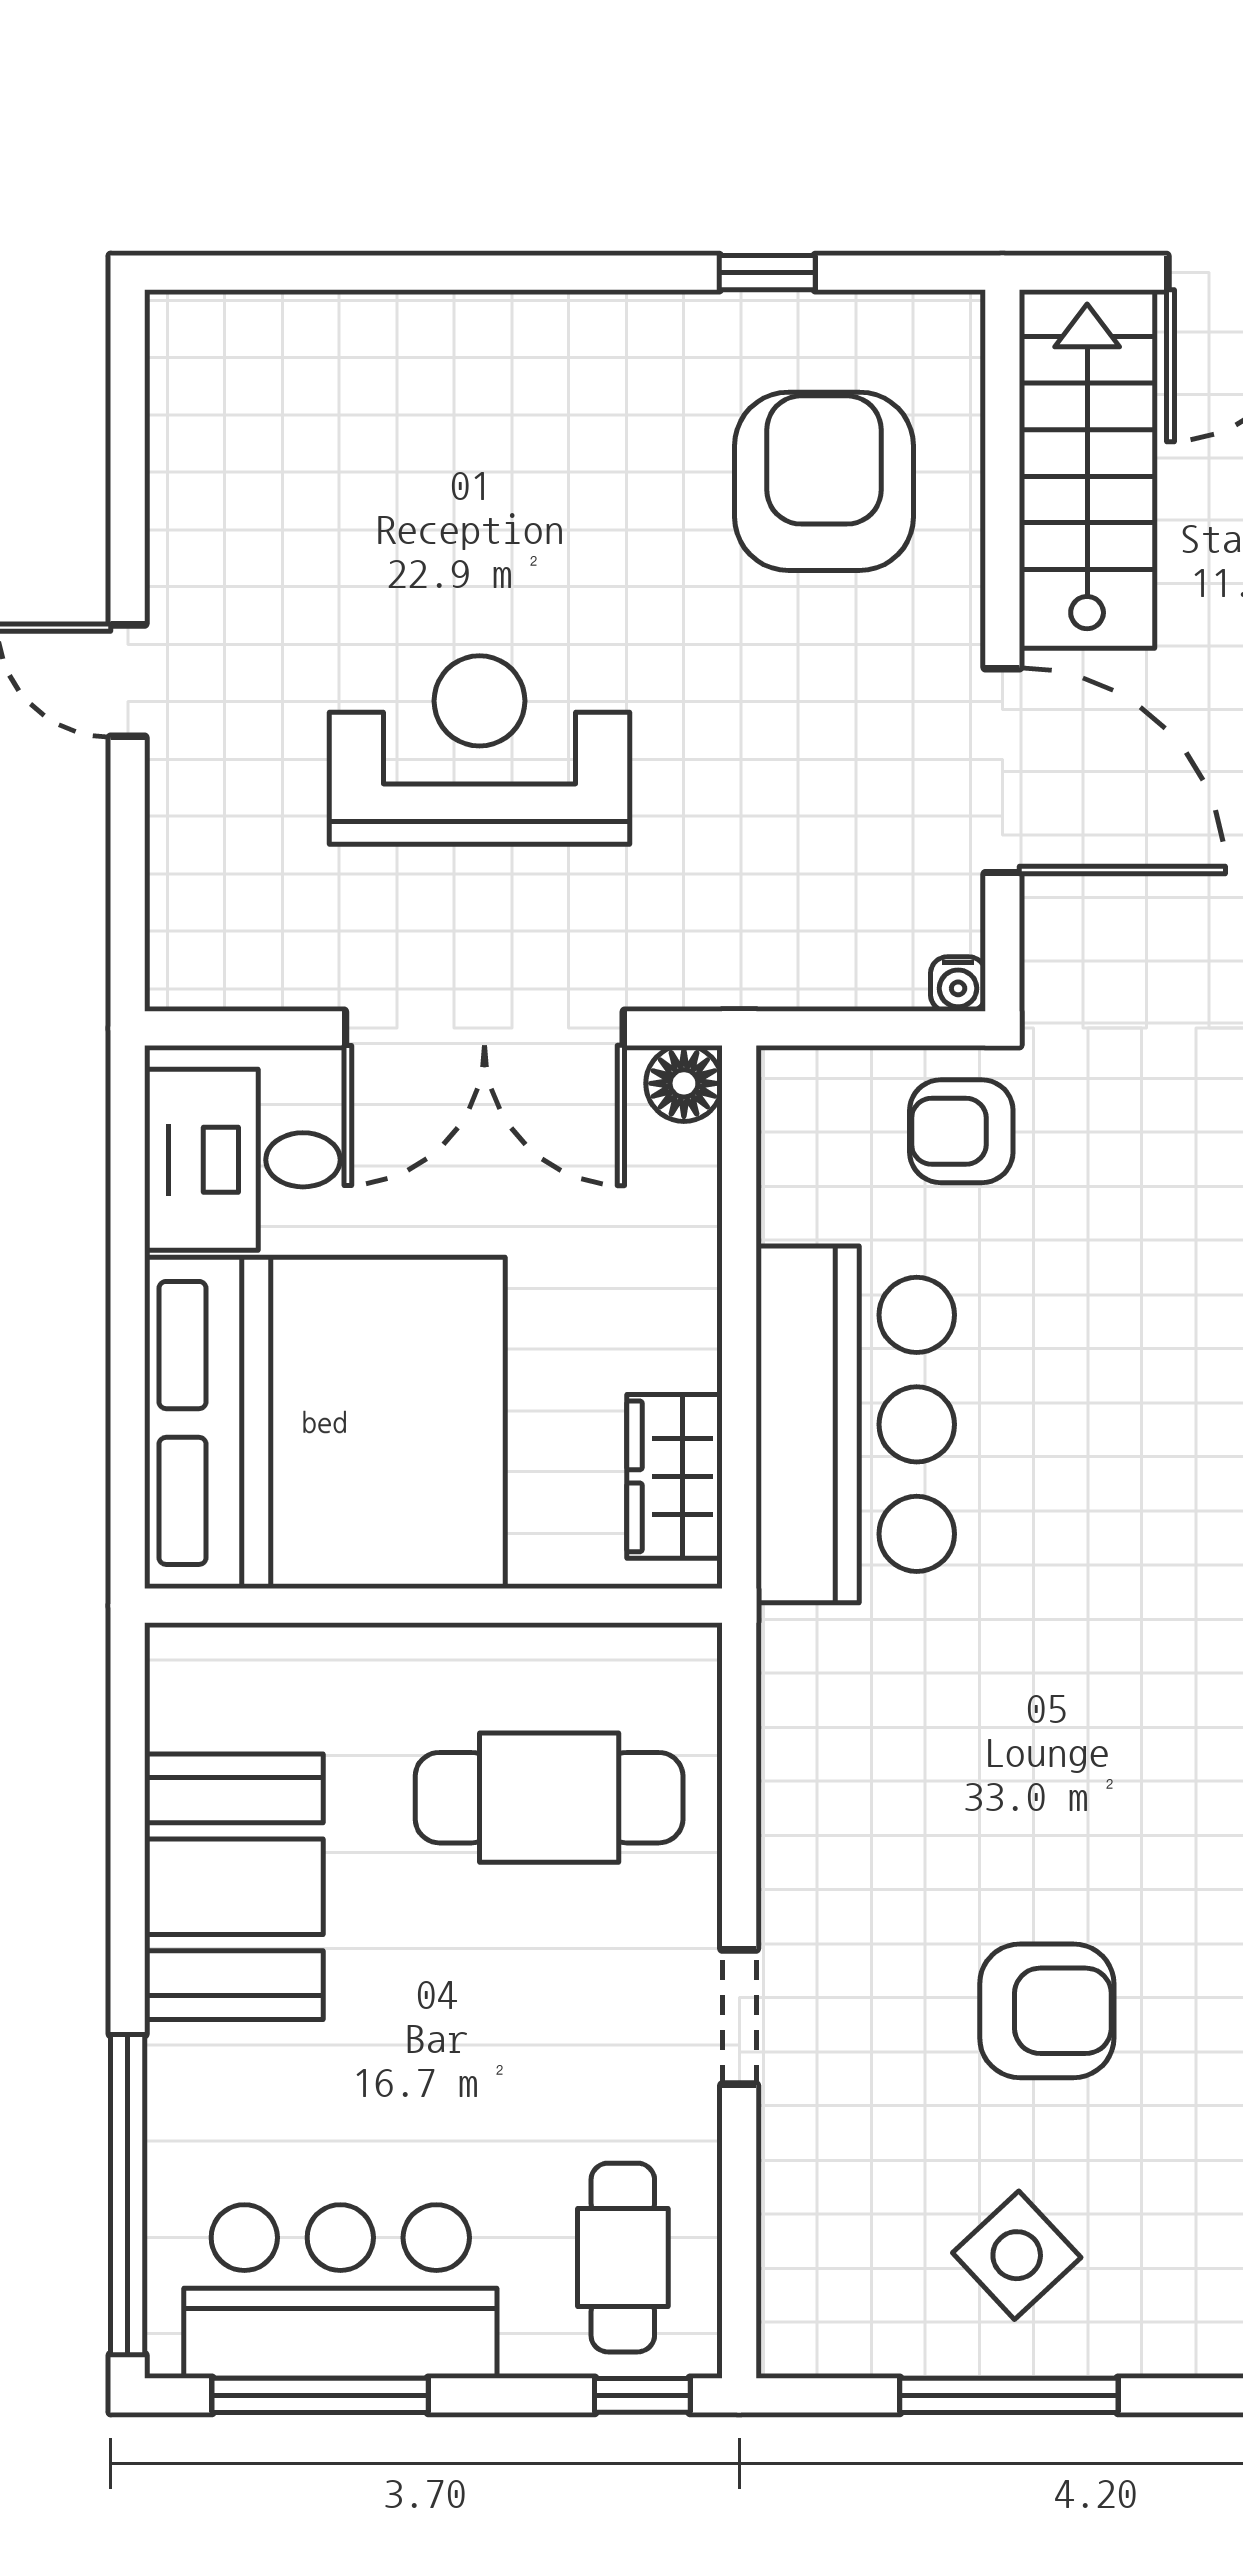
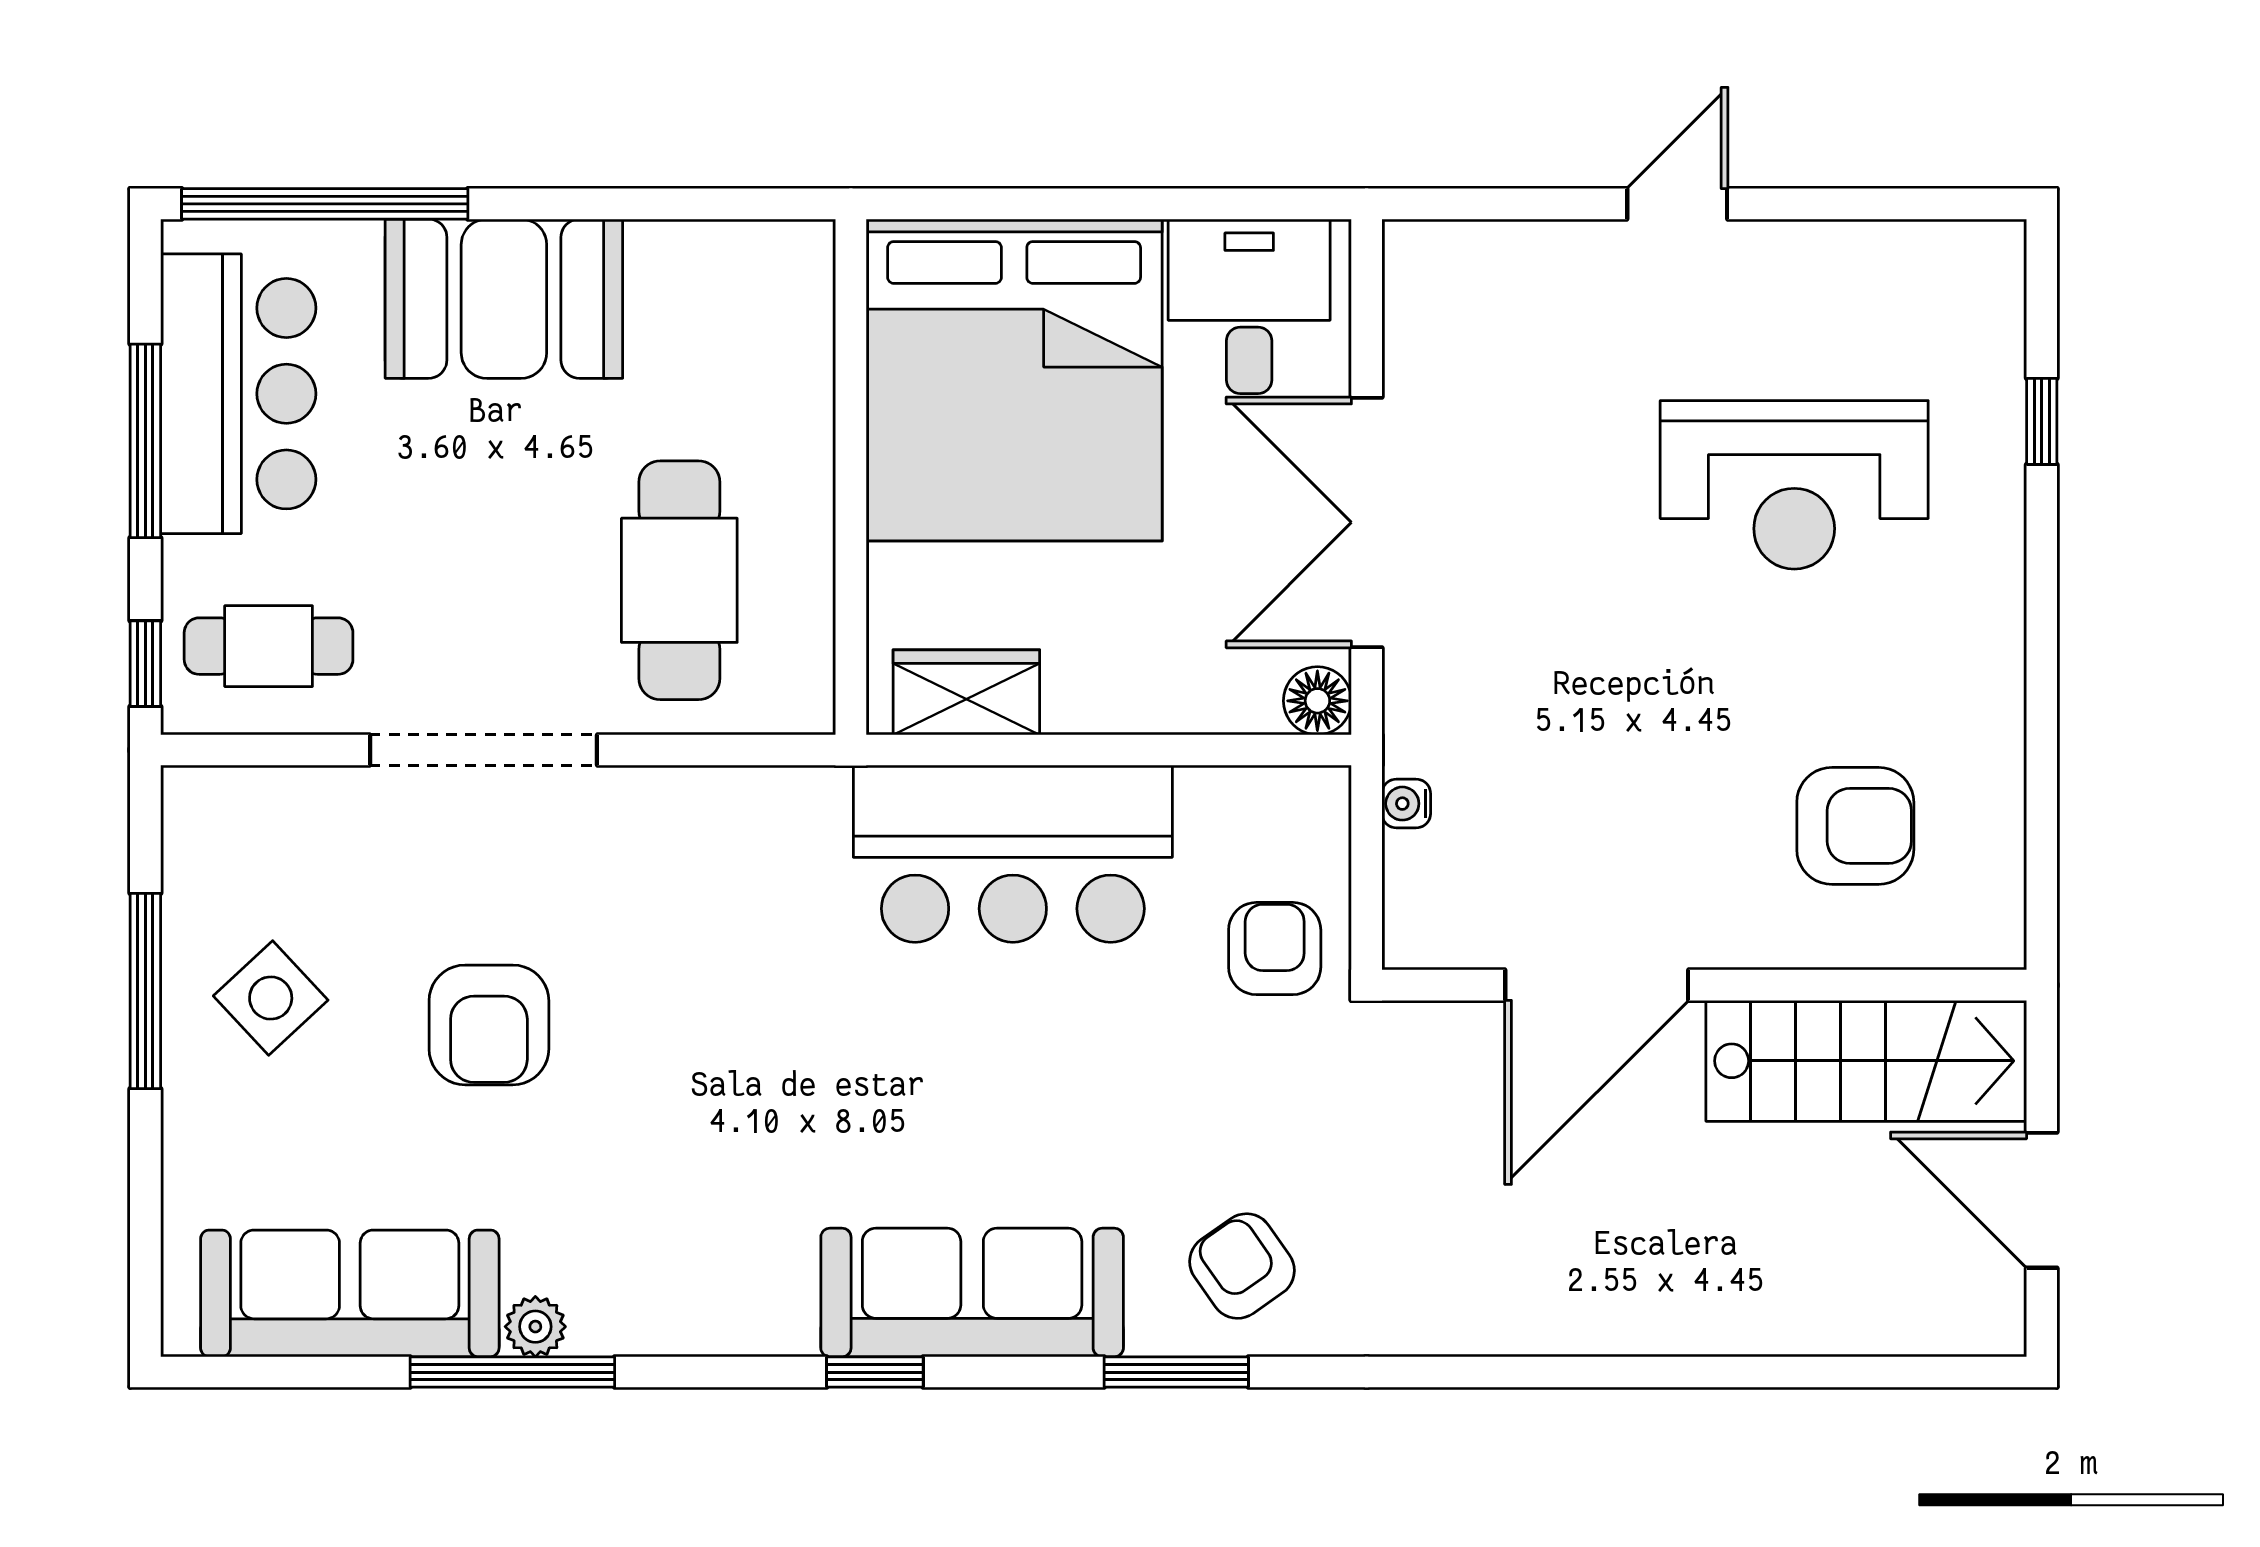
window: (767, 273) -> (2042, 421), moved
armchair: (824, 481) -> (1855, 826), width x0.73, depth x0.73
reception desk: (480, 750) -> (1794, 485), moved, turned 90
water cooler: (958, 984) -> (1406, 804), moved
booth: (234, 1887) -> (504, 299), moved
doorway: (739, 2017) -> (483, 750), width x1.88
window: (320, 2395) -> (145, 441), moved

